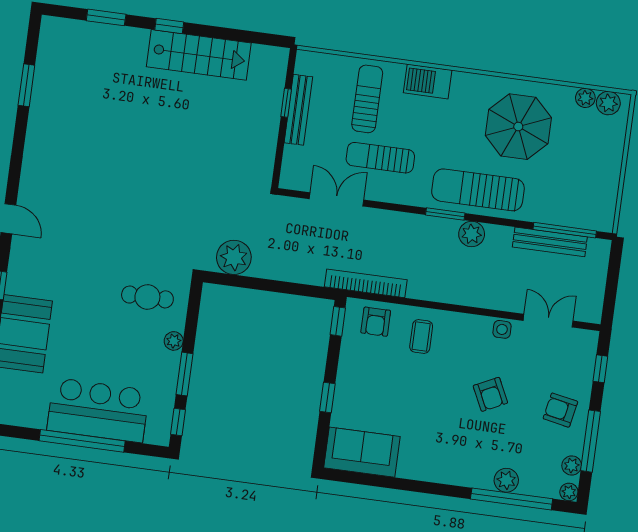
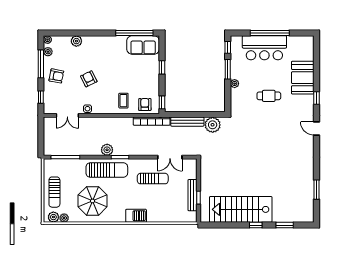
stairs: (199, 55) -> (241, 209), width x1.36, depth x1.51
sun lounger: (367, 99) -> (54, 192), moved
bench: (550, 242) -> (187, 122), moved
cafe table: (147, 297) -> (269, 96), moved
window: (512, 499) -> (134, 33), moved

